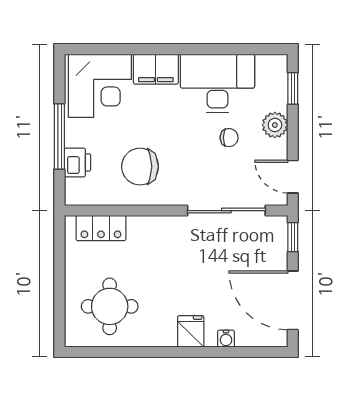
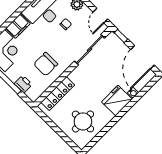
door: (293, 177) -> (100, 16), hinge flipped
locker: (101, 228) -> (58, 94), width x1.53
door: (293, 300) -> (142, 57), hinge flipped
fridge: (191, 331) -> (117, 101), width x1.88, depth x1.34

